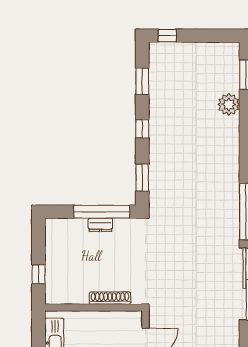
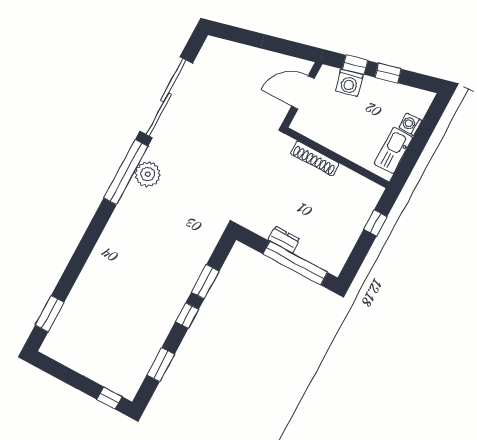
plant: (229, 104) -> (148, 174), moved
window: (142, 178) -> (205, 282), moved
window: (102, 212) -> (295, 263), moved

